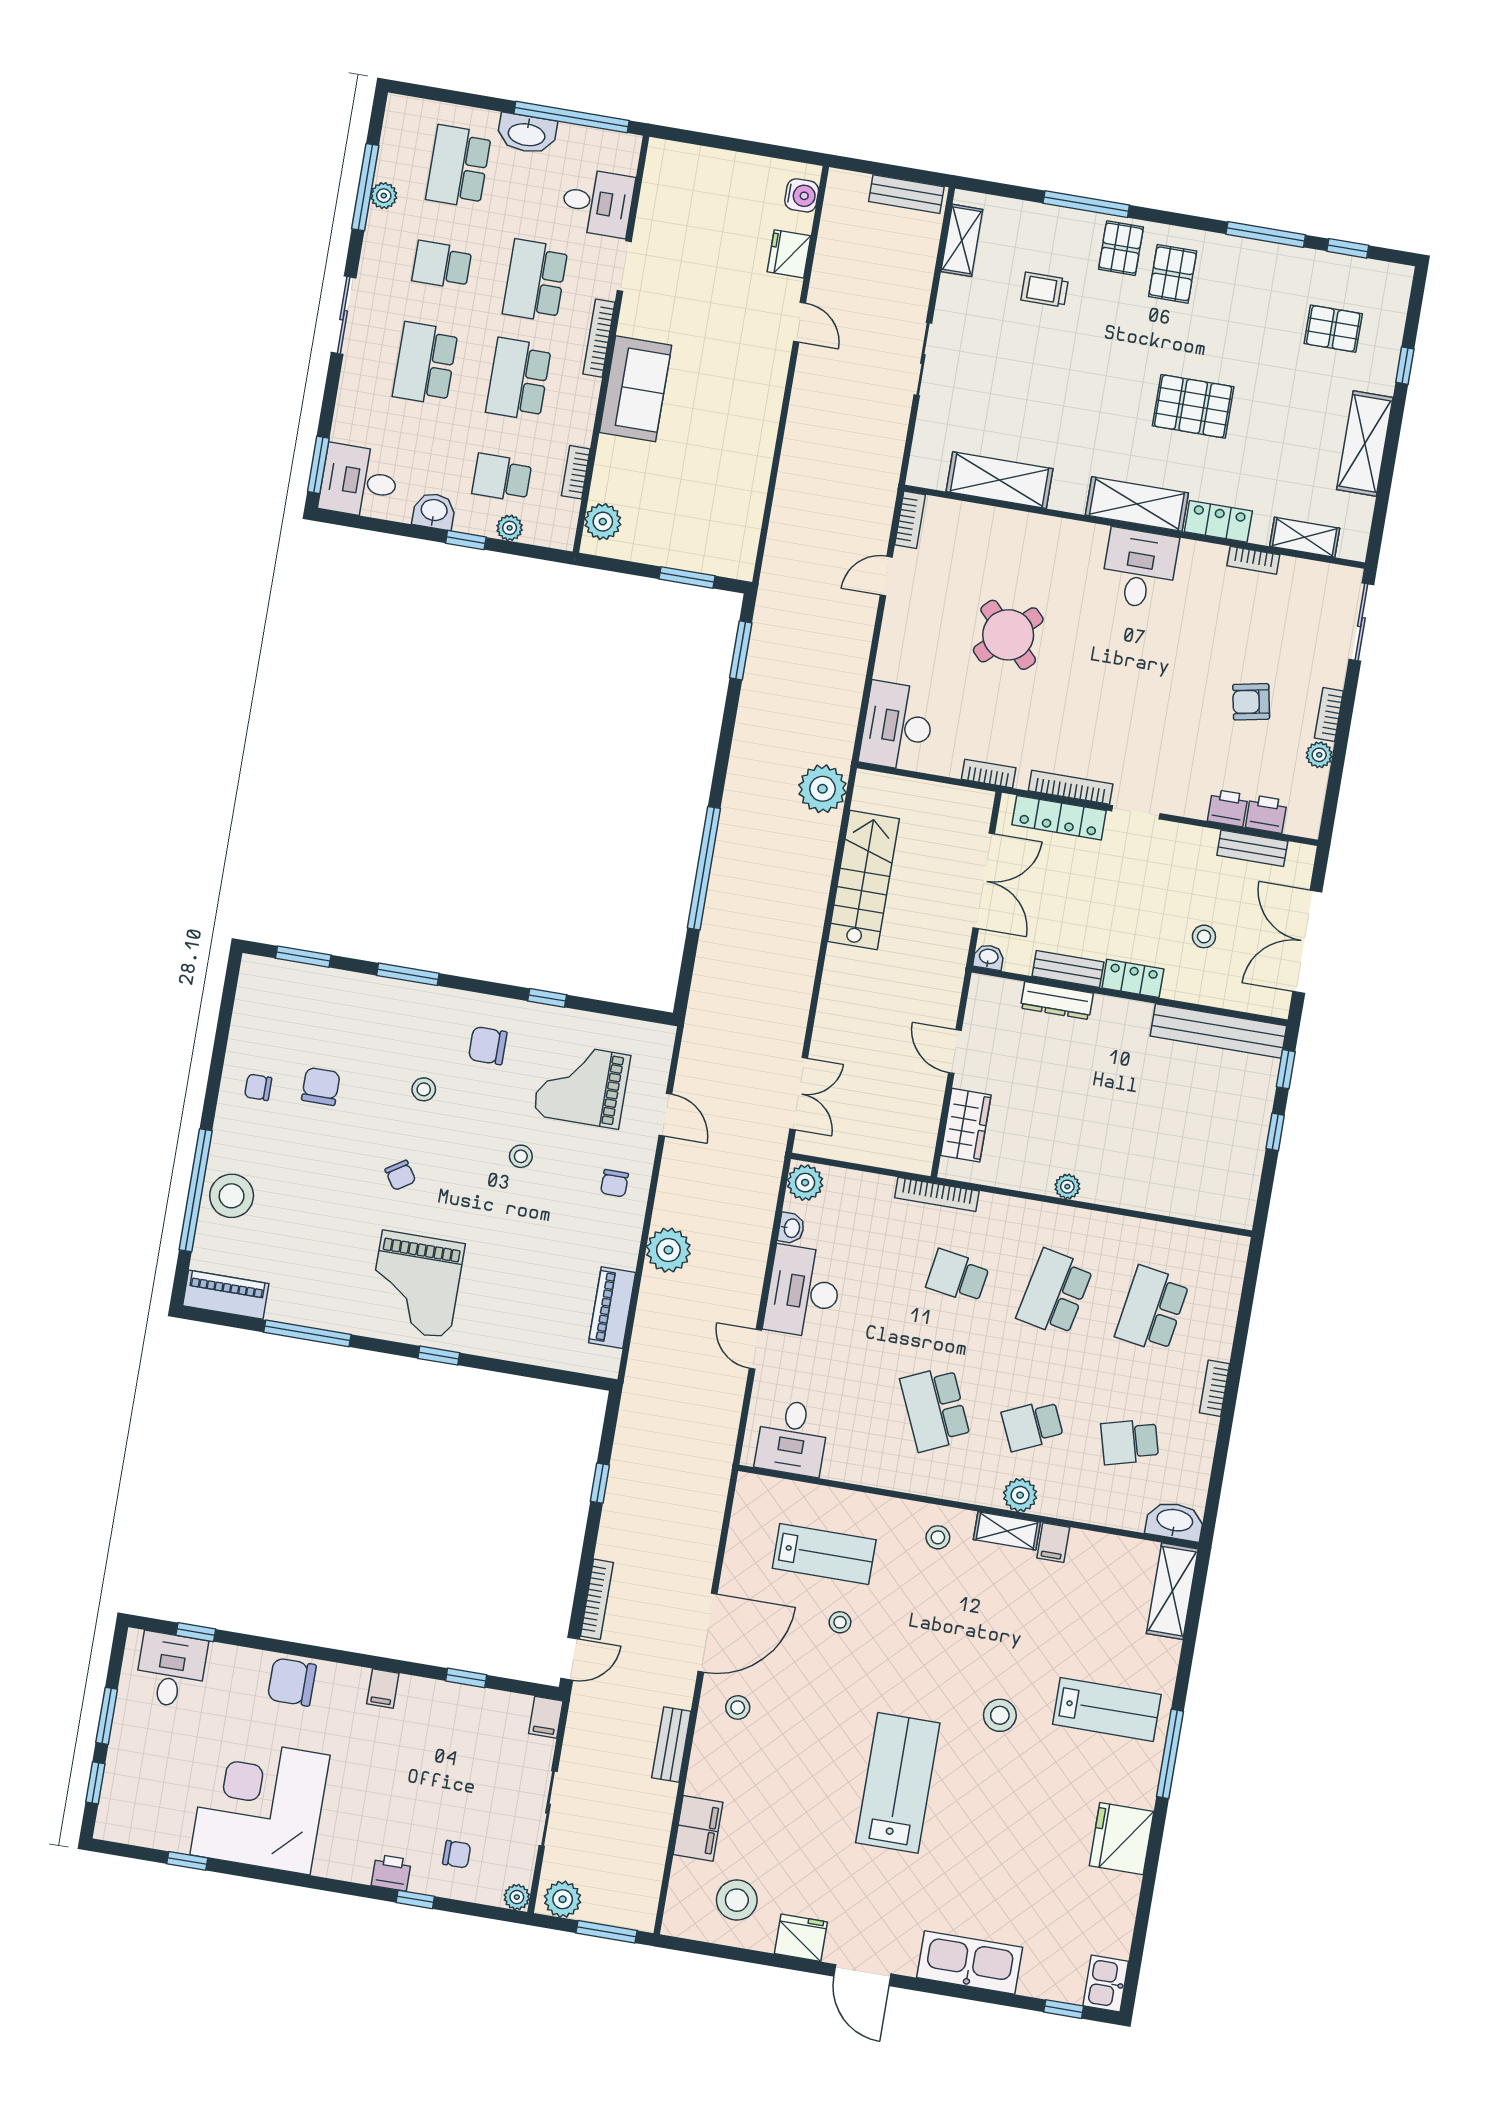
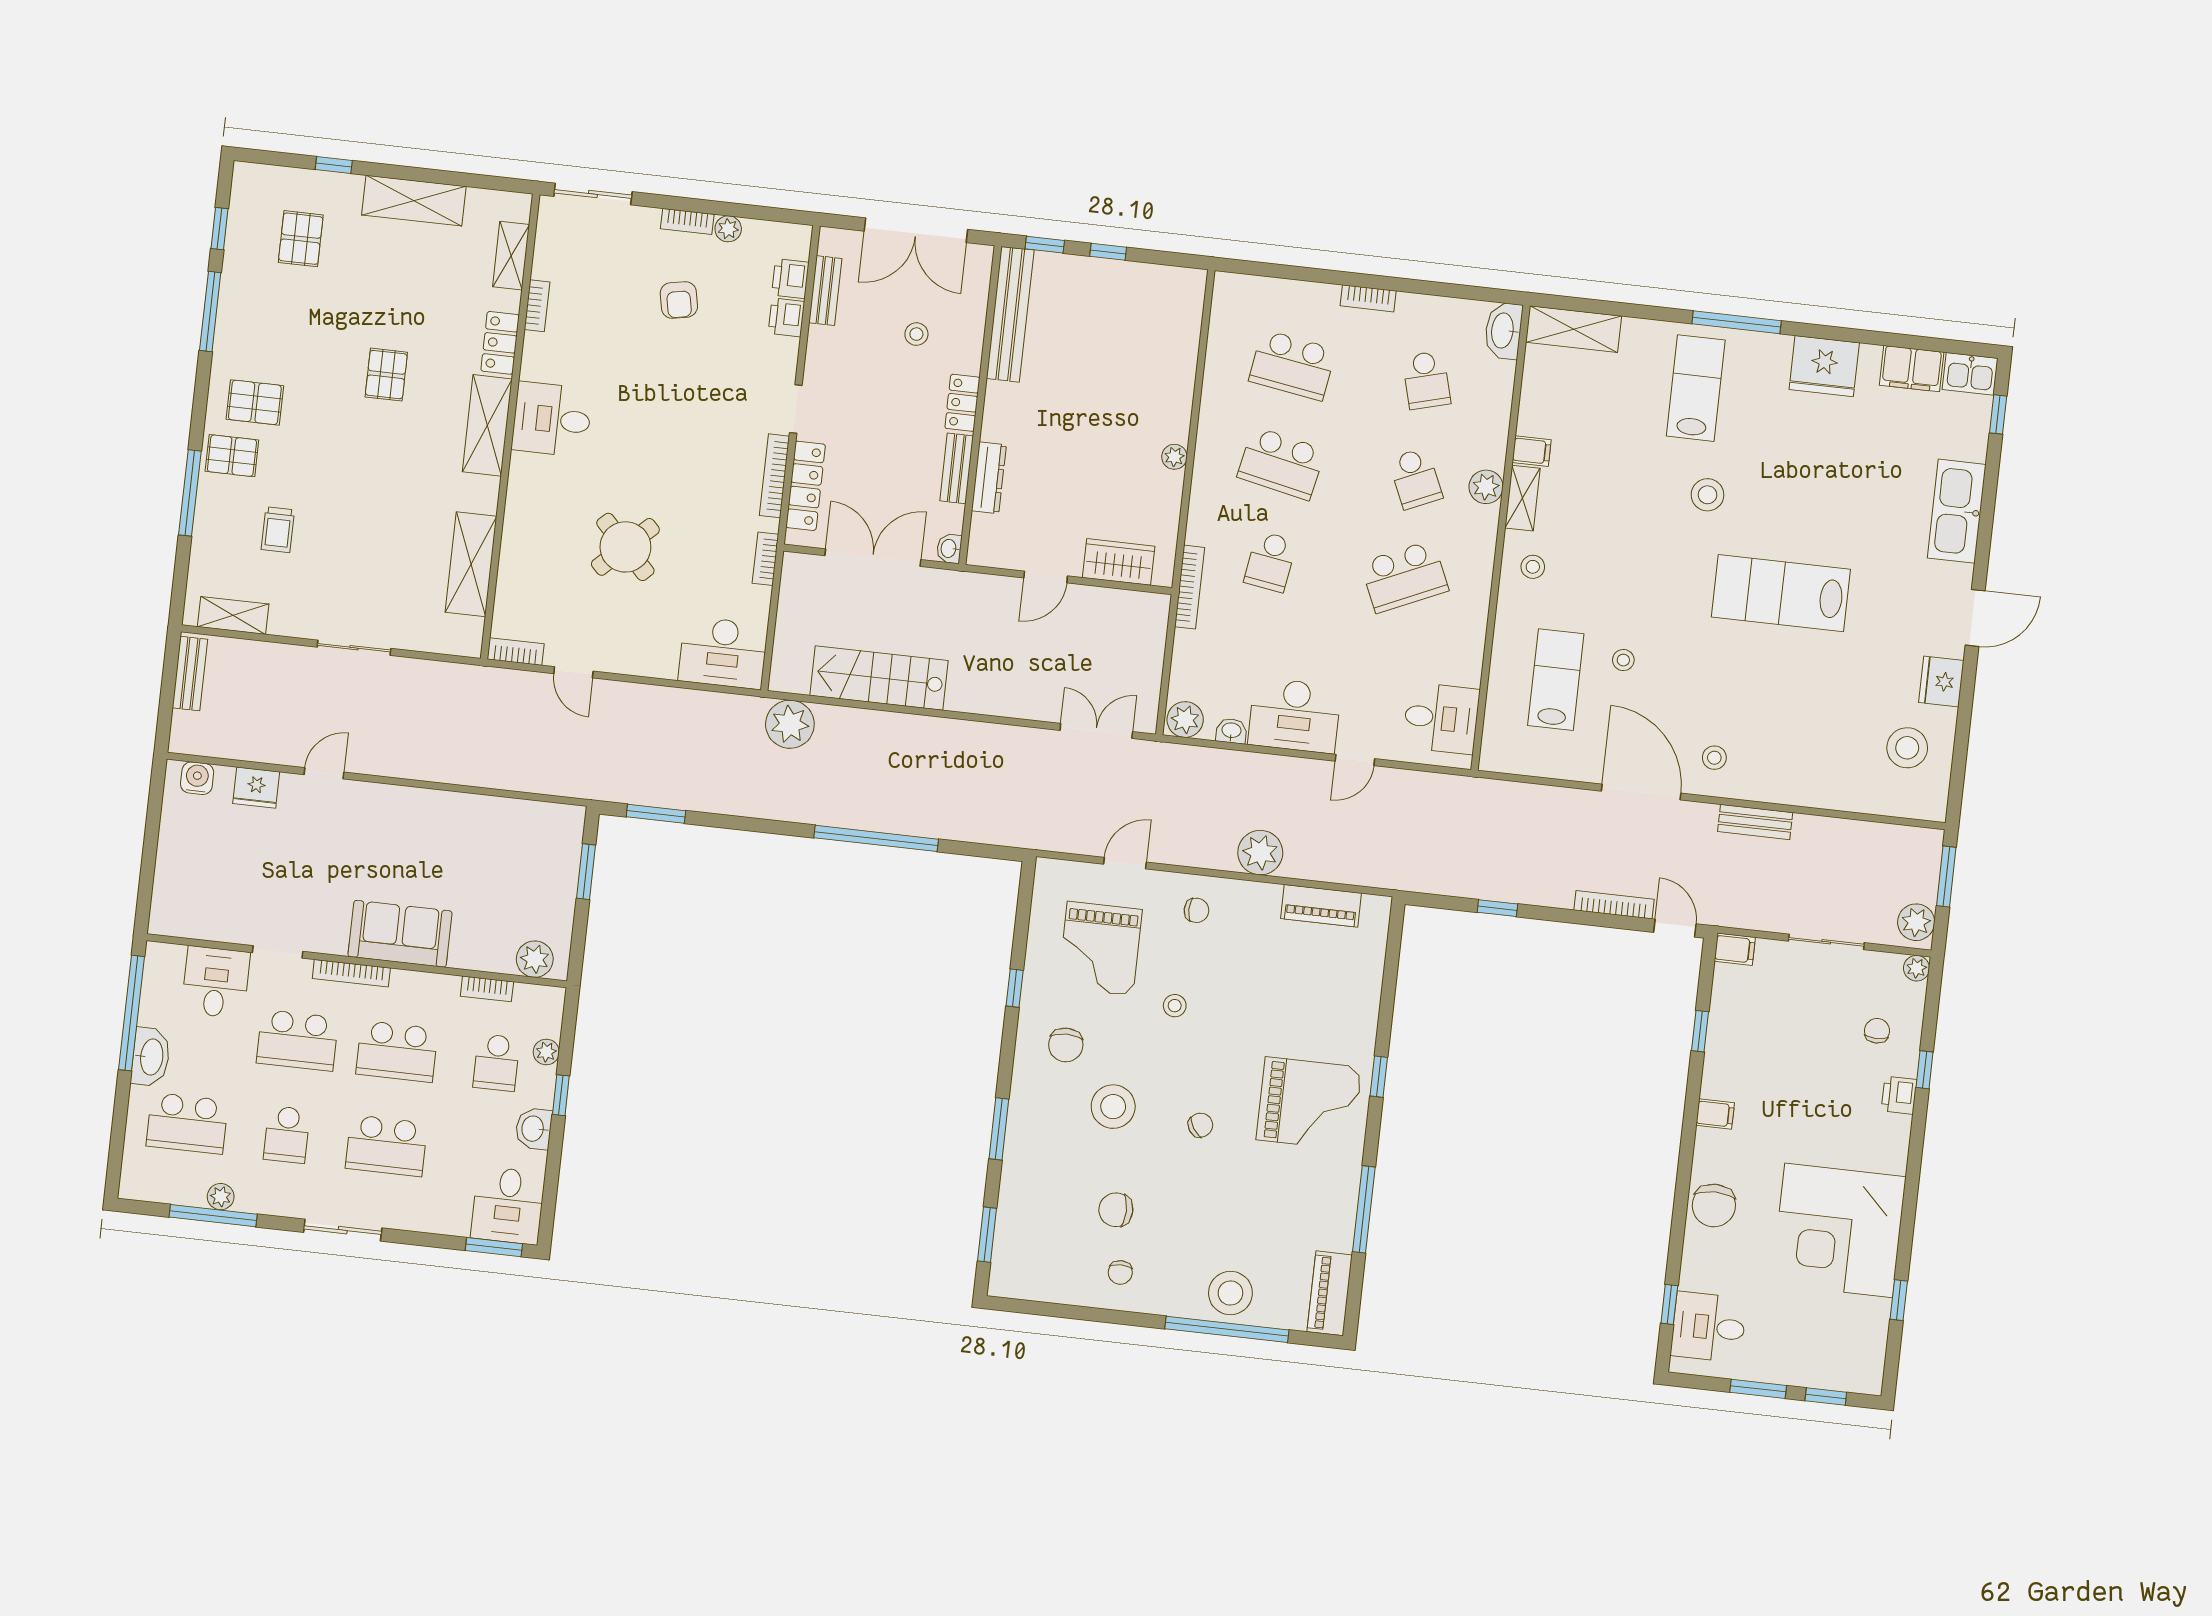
pallet: (1193, 406) -> (386, 375), width x0.67, depth x0.71
stool: (424, 1089) -> (1113, 1107), width x1.89, depth x1.89
filing cabinet: (698, 1828) -> (1912, 369), moved, turned 180

